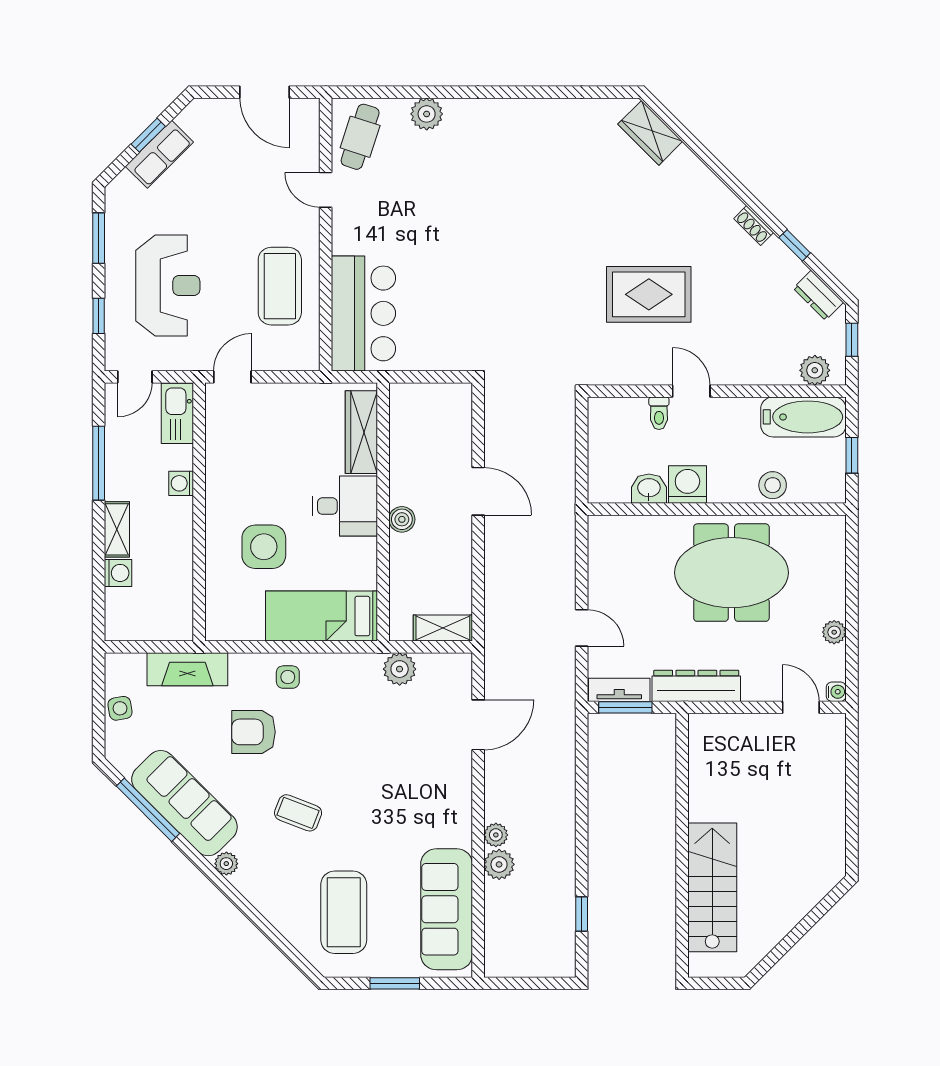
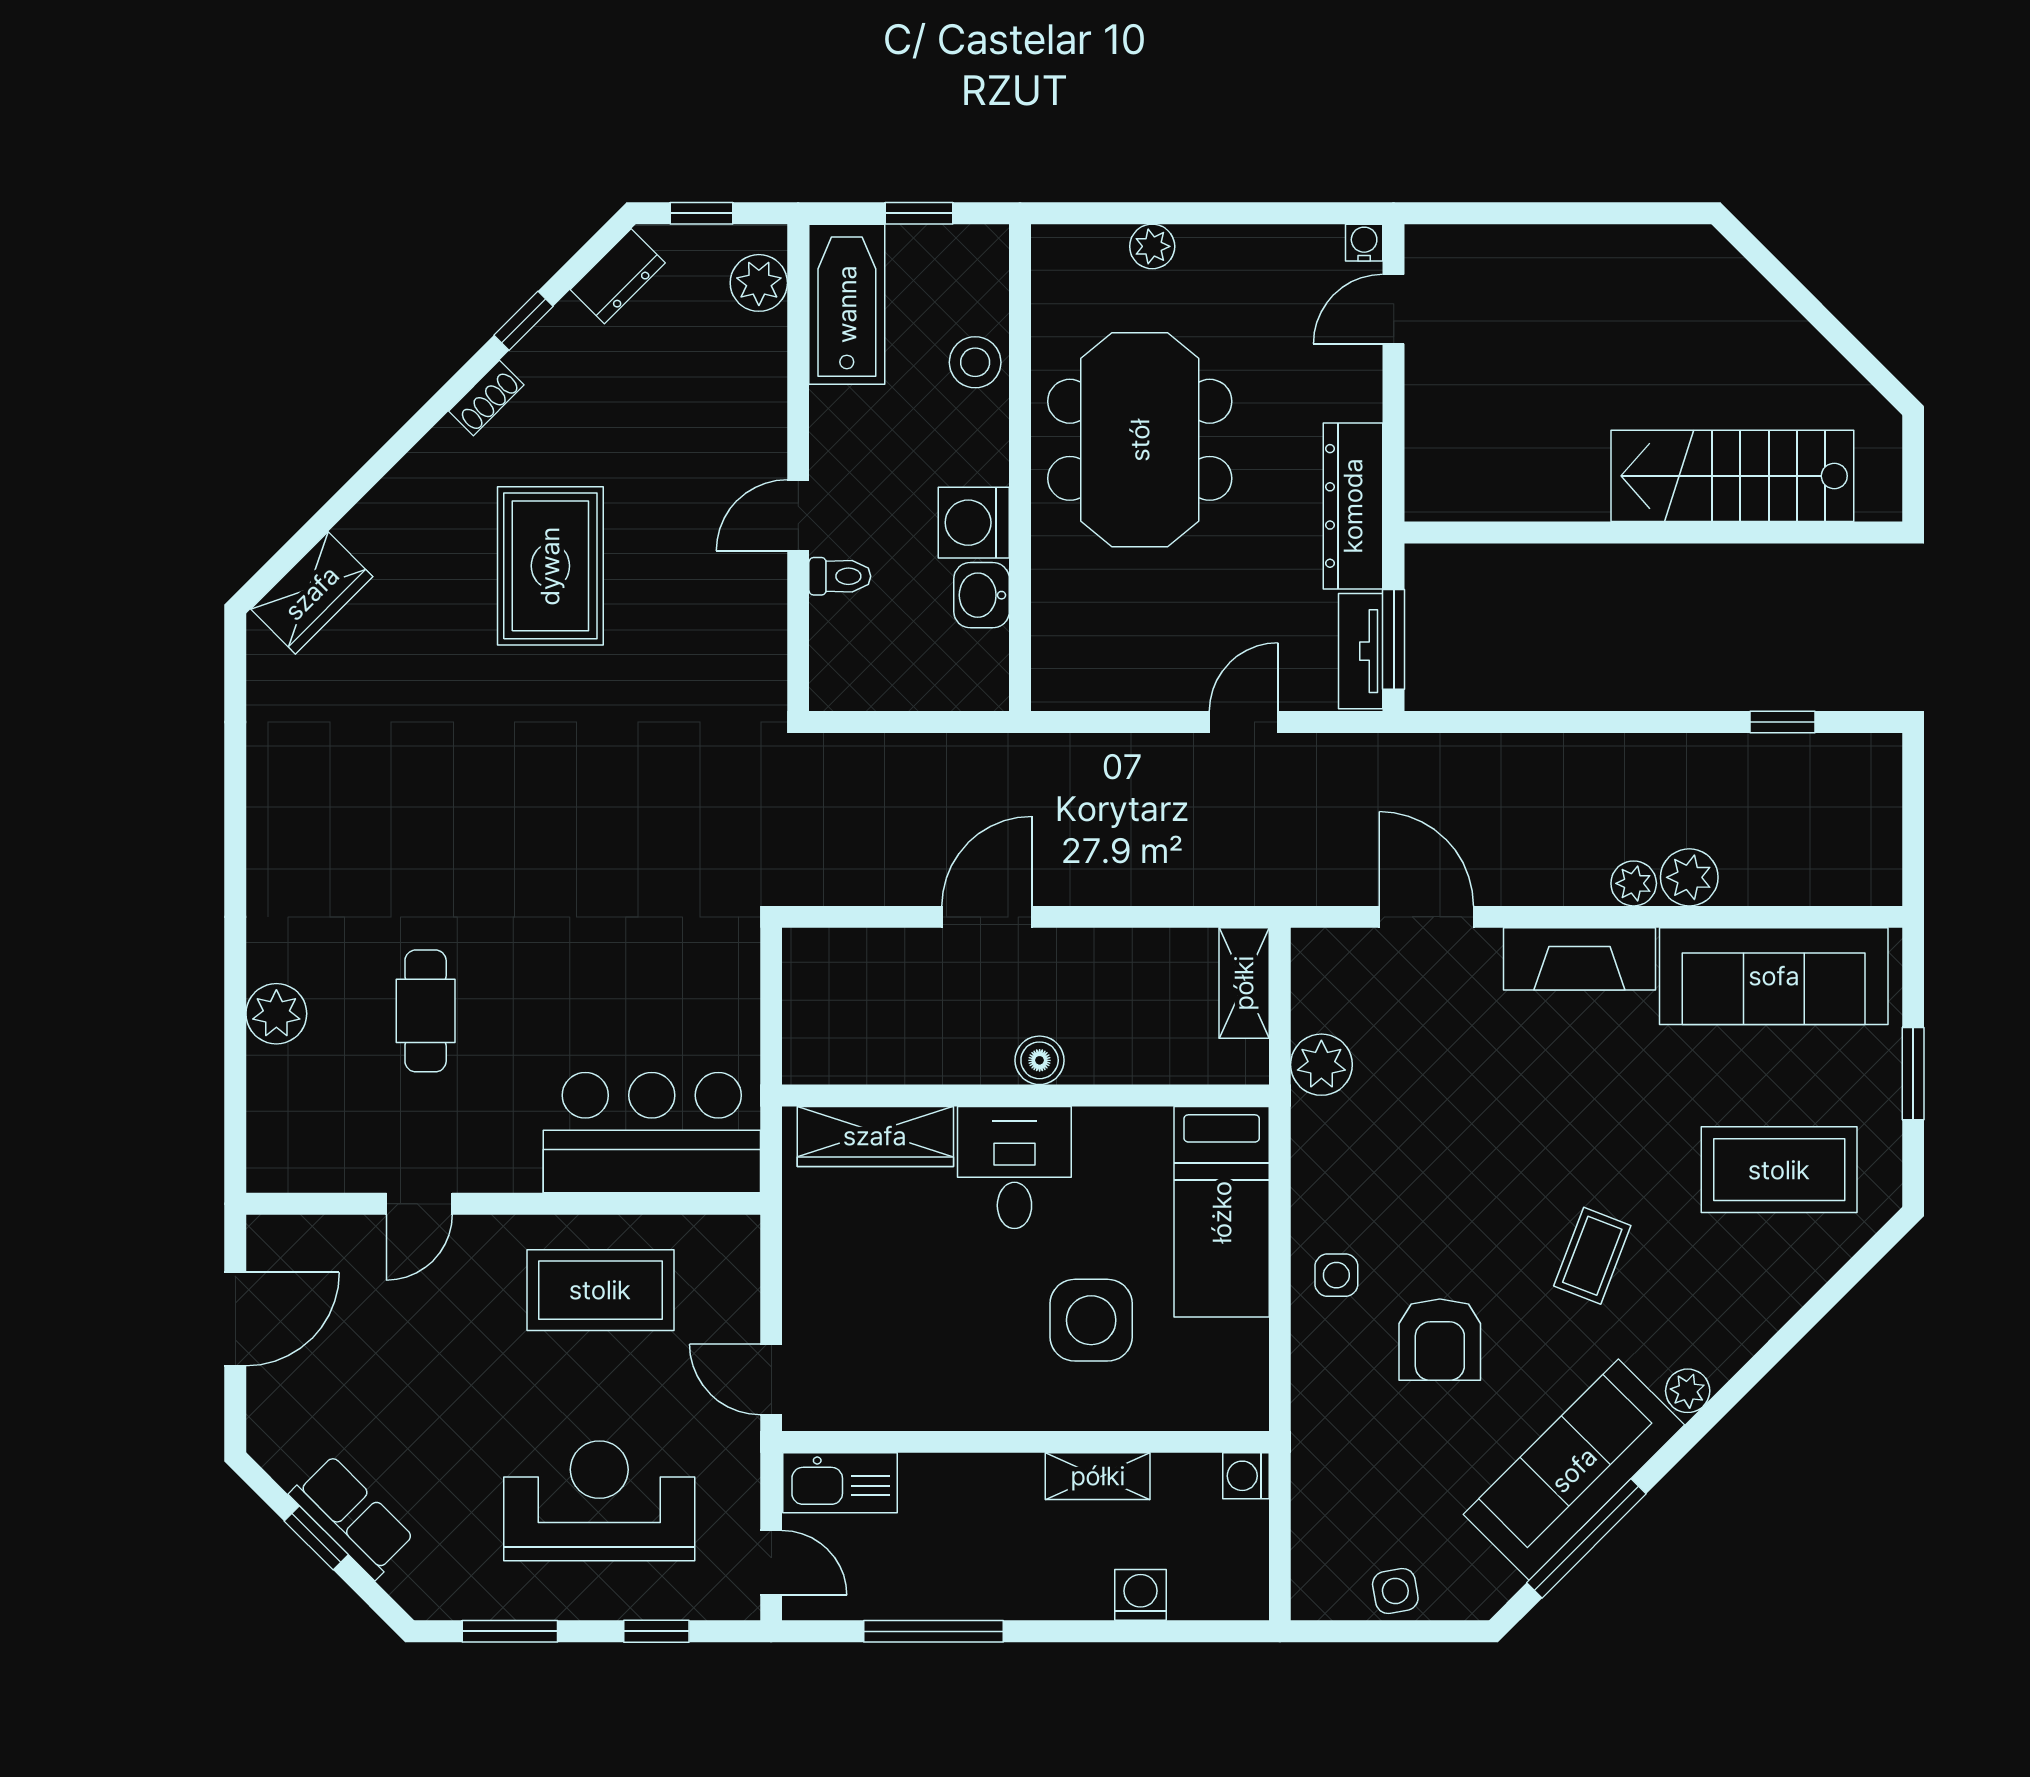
cafe table: (360, 137) -> (426, 1011), moved, turned 72
rug: (649, 294) -> (550, 566), moved
washing machine: (181, 483) -> (1246, 1476), moved, turned 90
shelving: (117, 529) -> (1098, 1476), moved
plant: (834, 632) -> (1152, 246), moved
fireplace: (187, 669) -> (1579, 959), moved, turned 90

